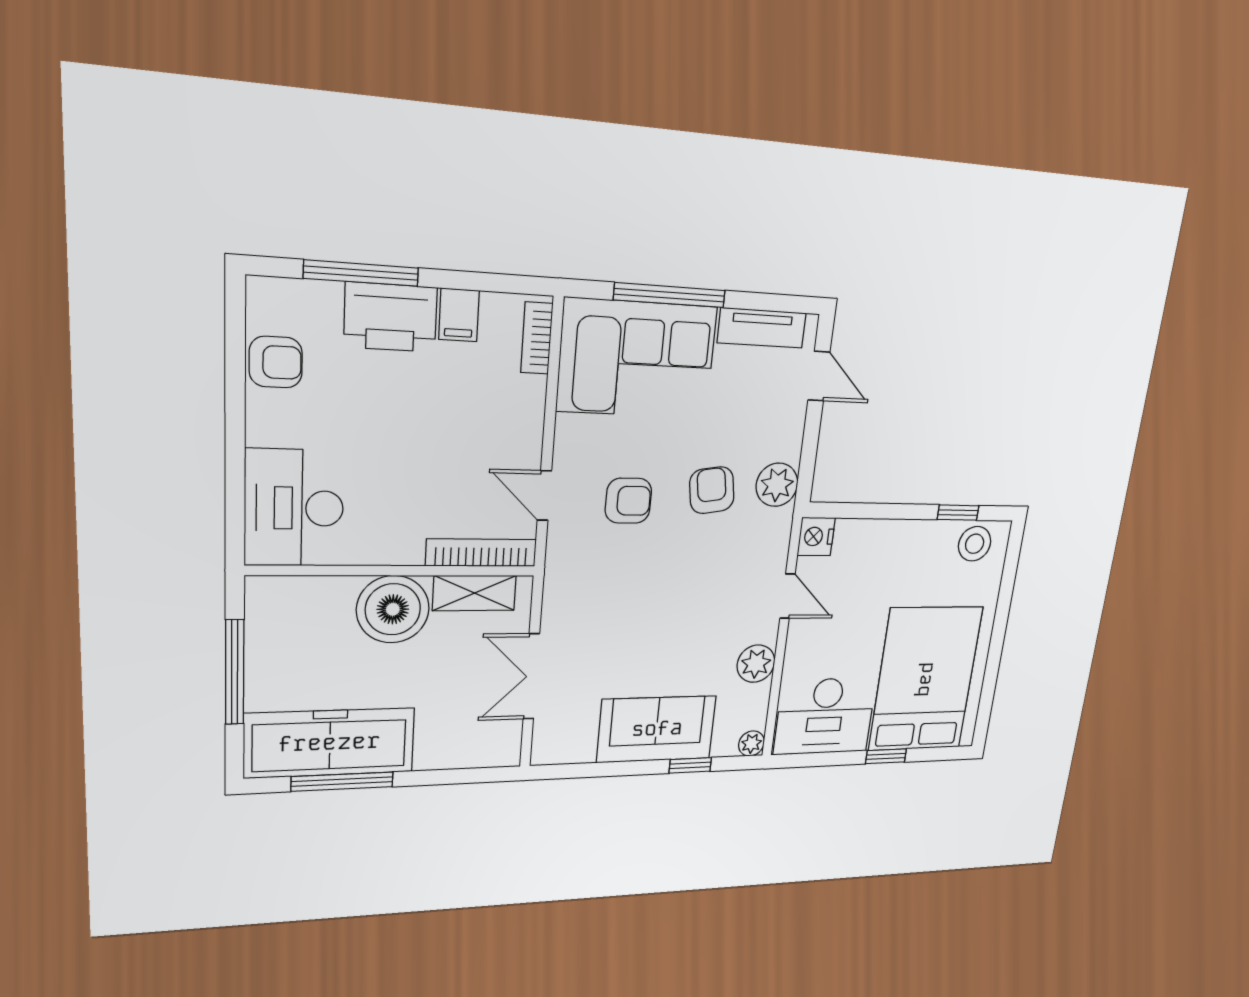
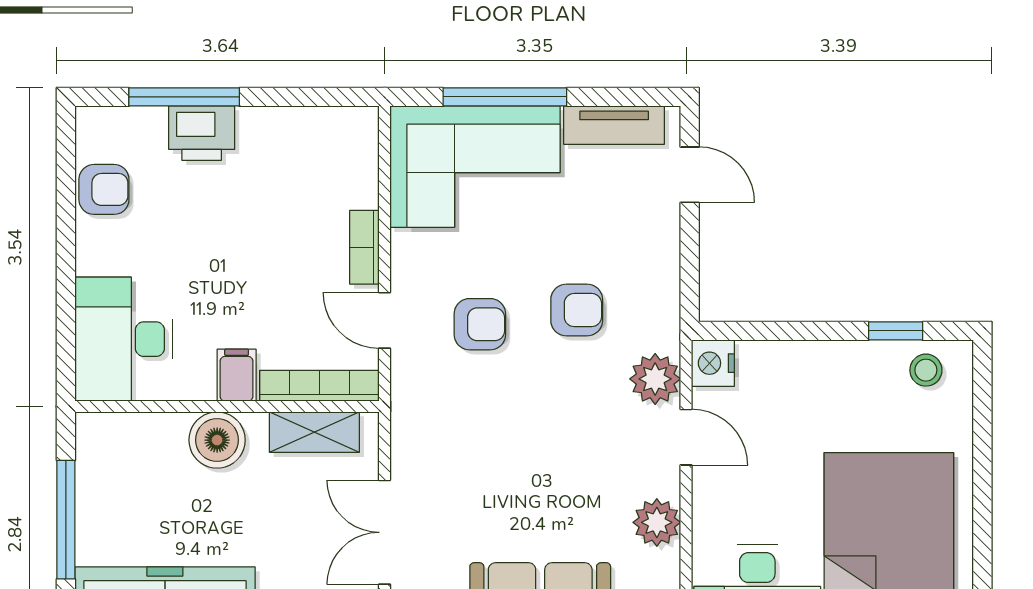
filing cabinet: (459, 315) -> (237, 375), moved, turned 180
printer: (391, 317) -> (202, 133), width x0.73, depth x0.84
bookcase: (537, 338) -> (364, 247), moved
plant: (777, 485) -> (655, 379), moved
armchair: (712, 490) -> (577, 310), turned 99
stool: (975, 544) -> (926, 370), width x0.73, depth x0.73
boiler: (393, 609) -> (217, 440), width x0.73, depth x0.73

